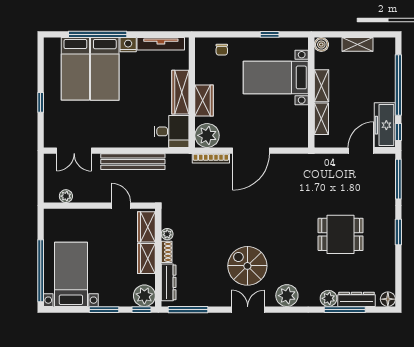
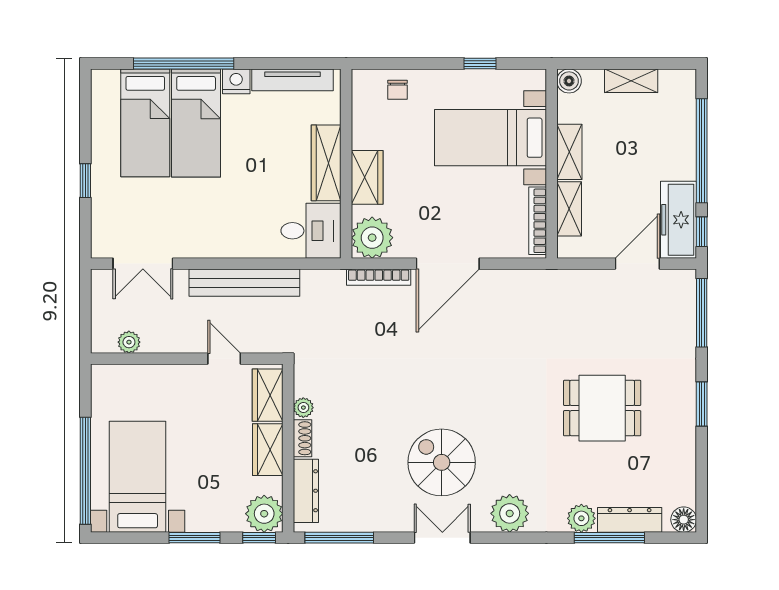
bookcase: (303, 126) -> (538, 221), added

